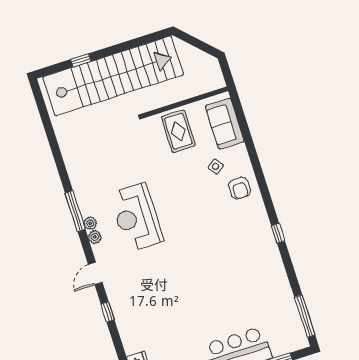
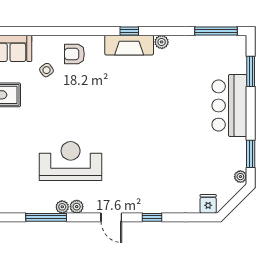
armchair: (239, 188) -> (74, 54), turned 180
reception desk: (136, 217) -> (71, 161), turned 180
fireplace: (265, 238) -> (129, 45), added
plant: (278, 268) -> (162, 42), added

